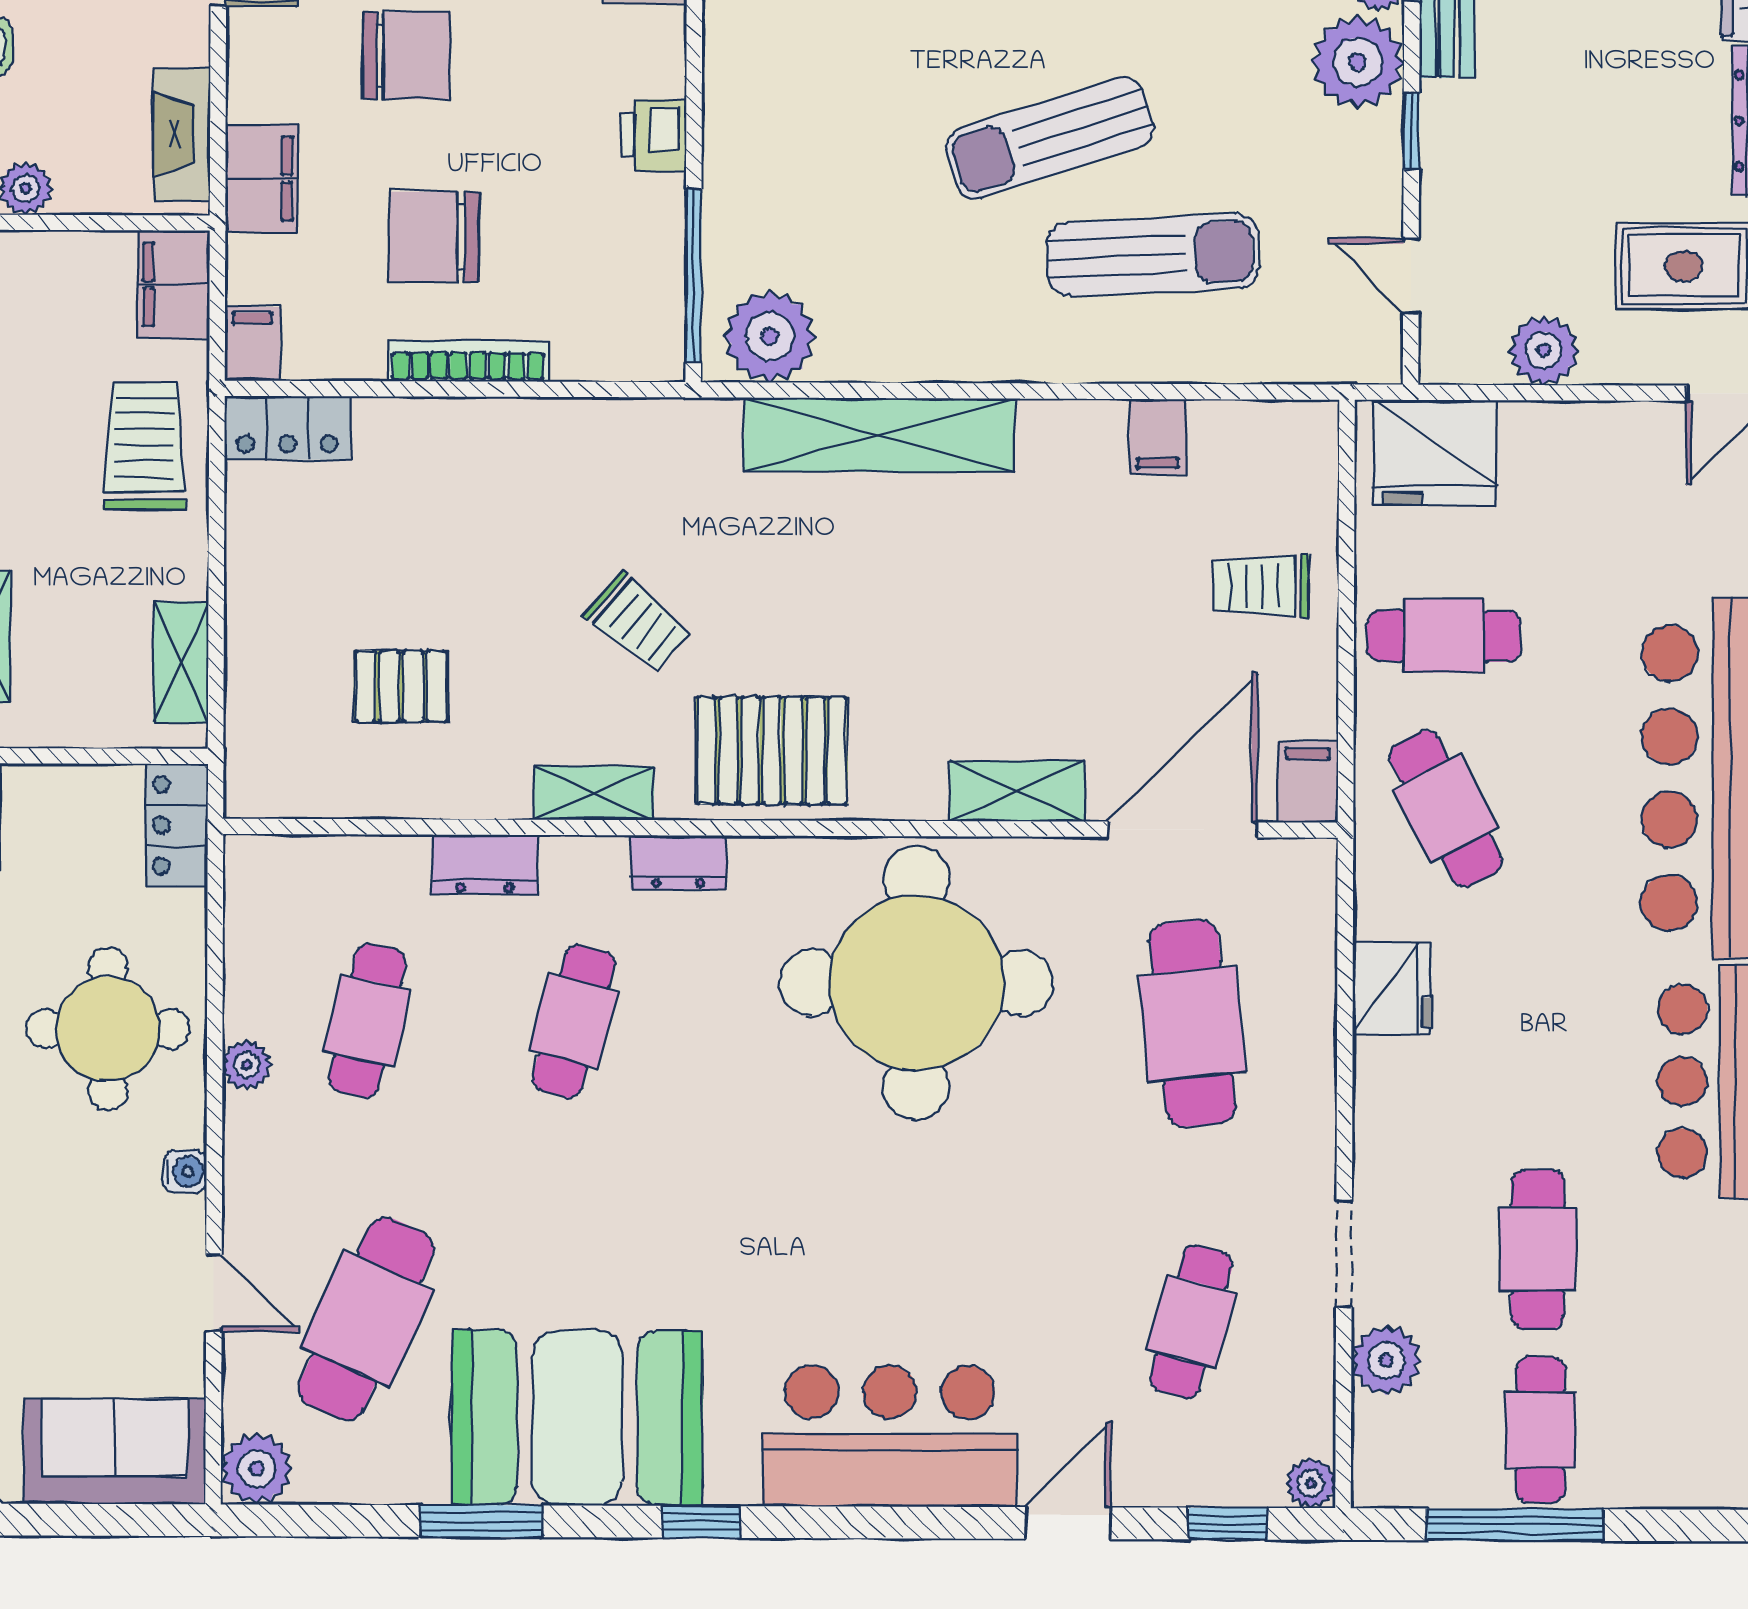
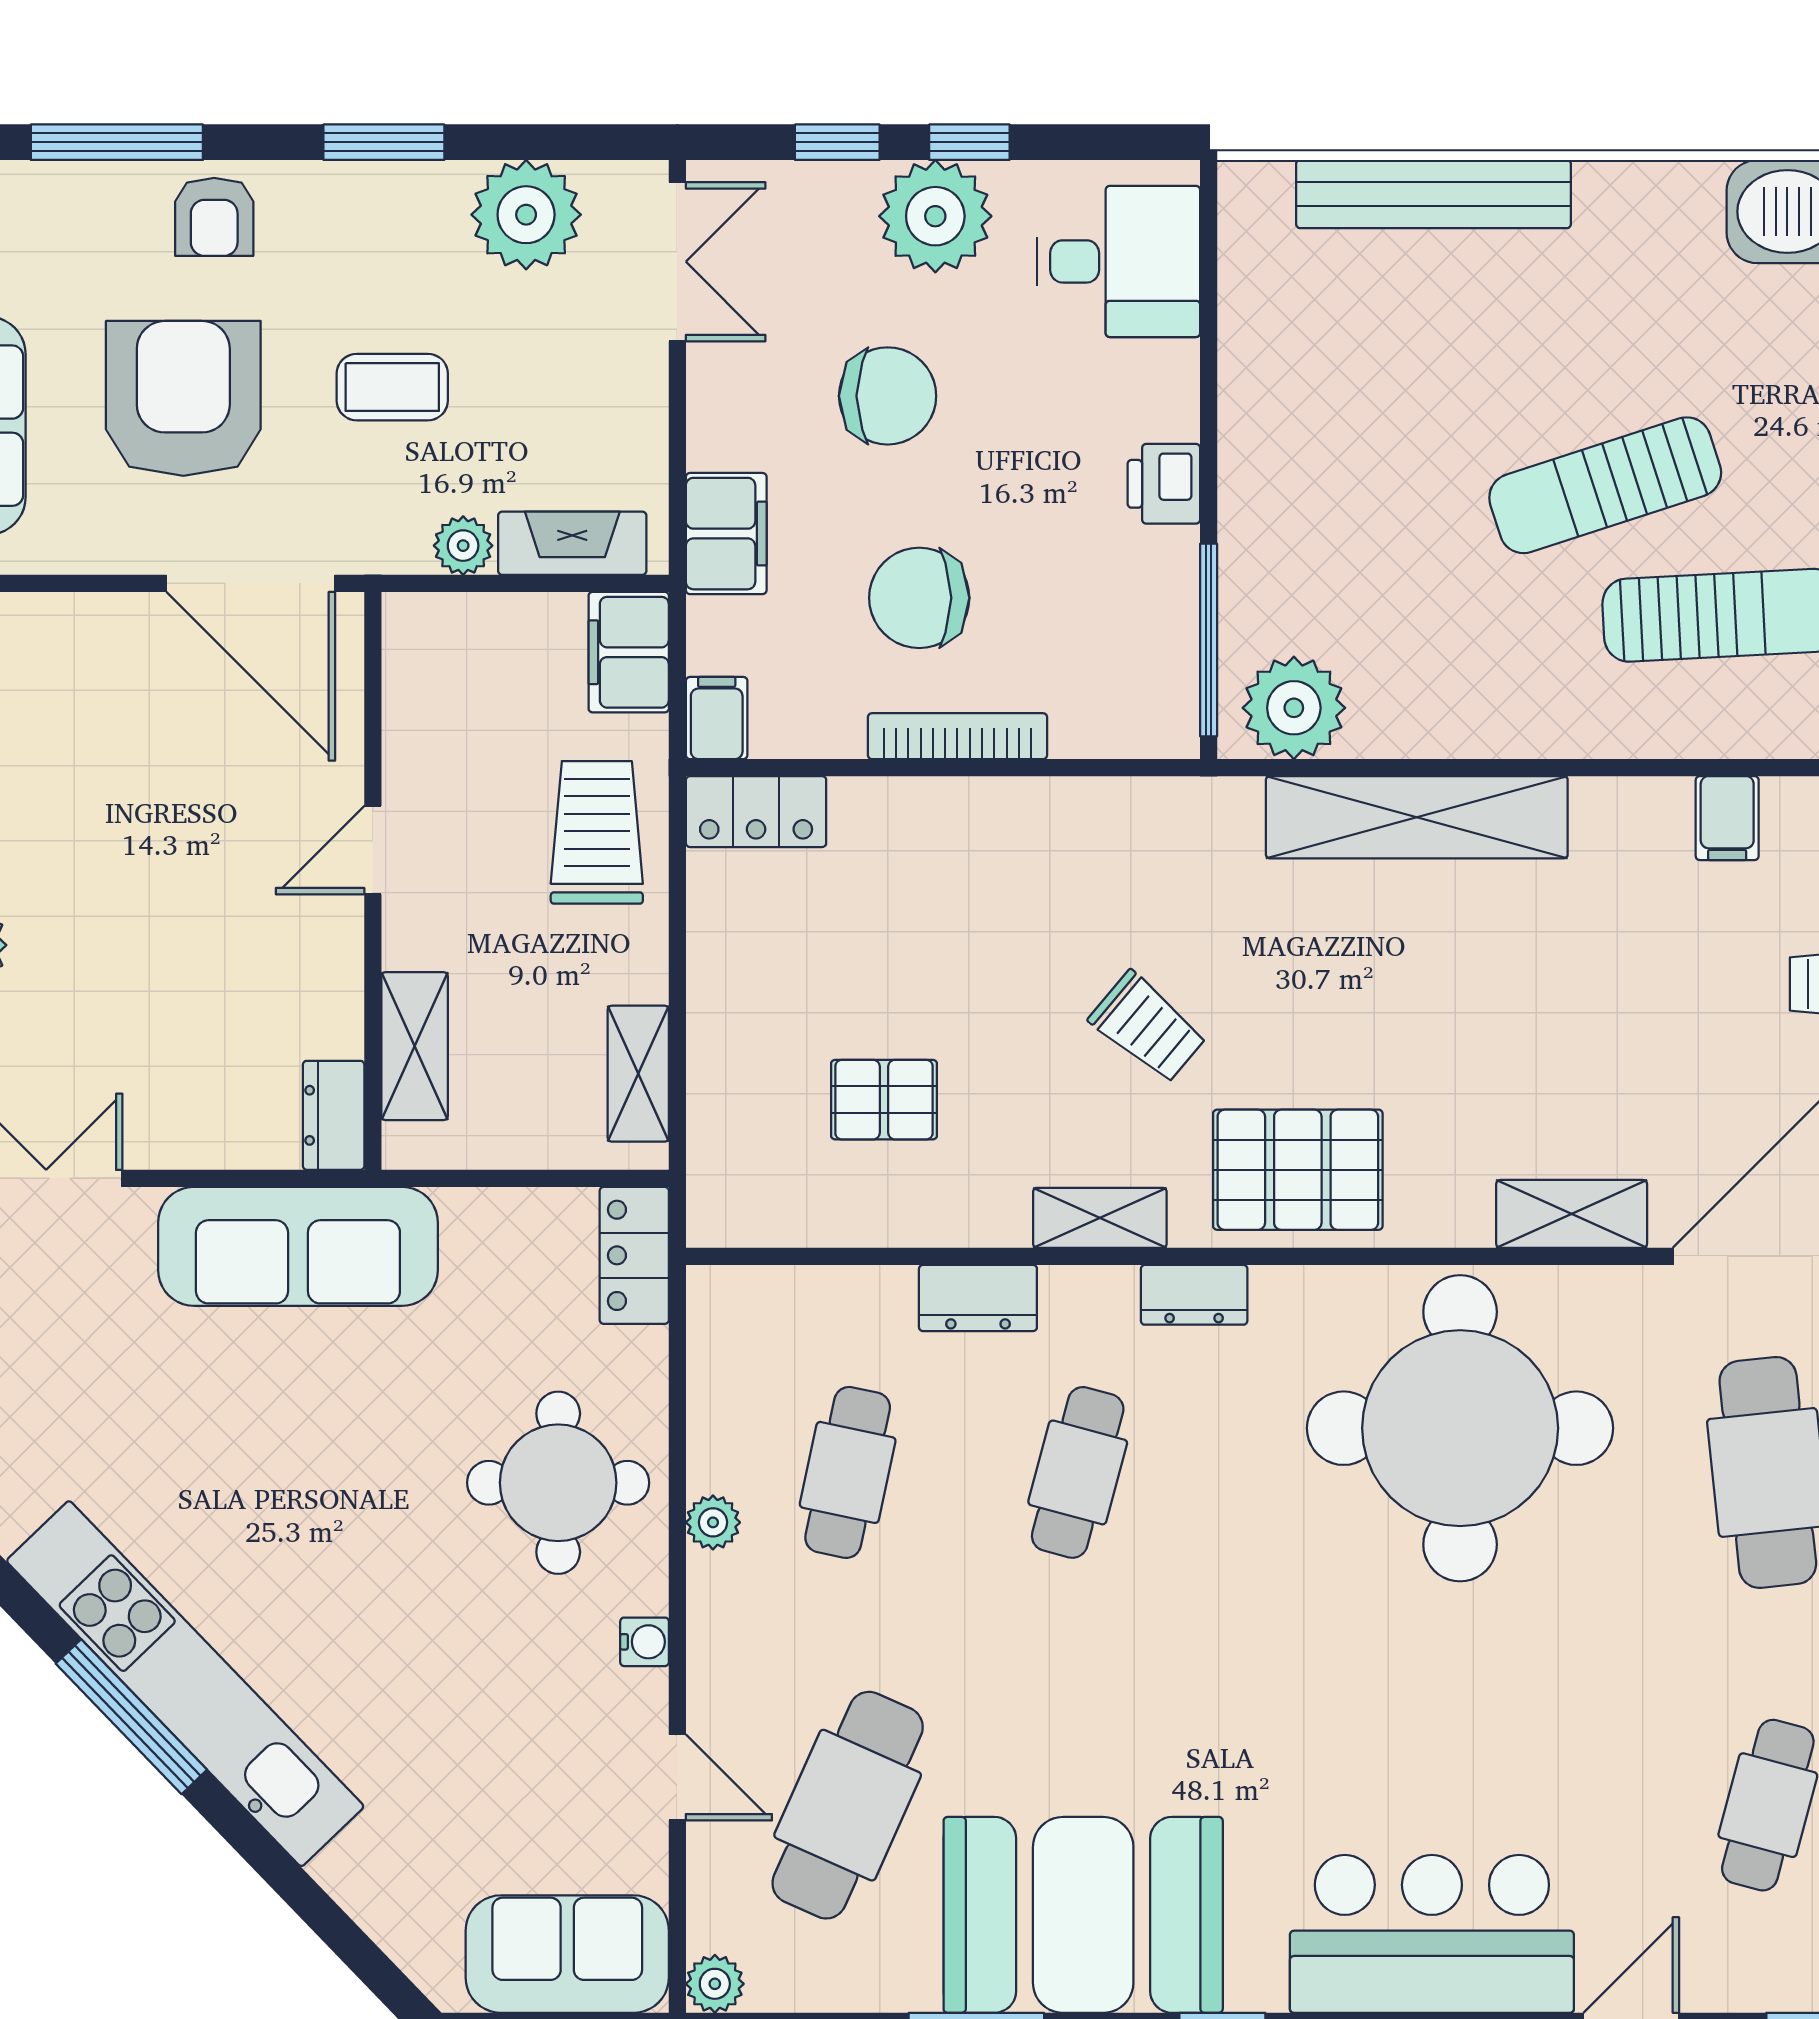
fireplace: (182, 134) -> (572, 543), moved, turned 90
plant: (256, 1469) -> (715, 1984), width x0.73, depth x0.73

